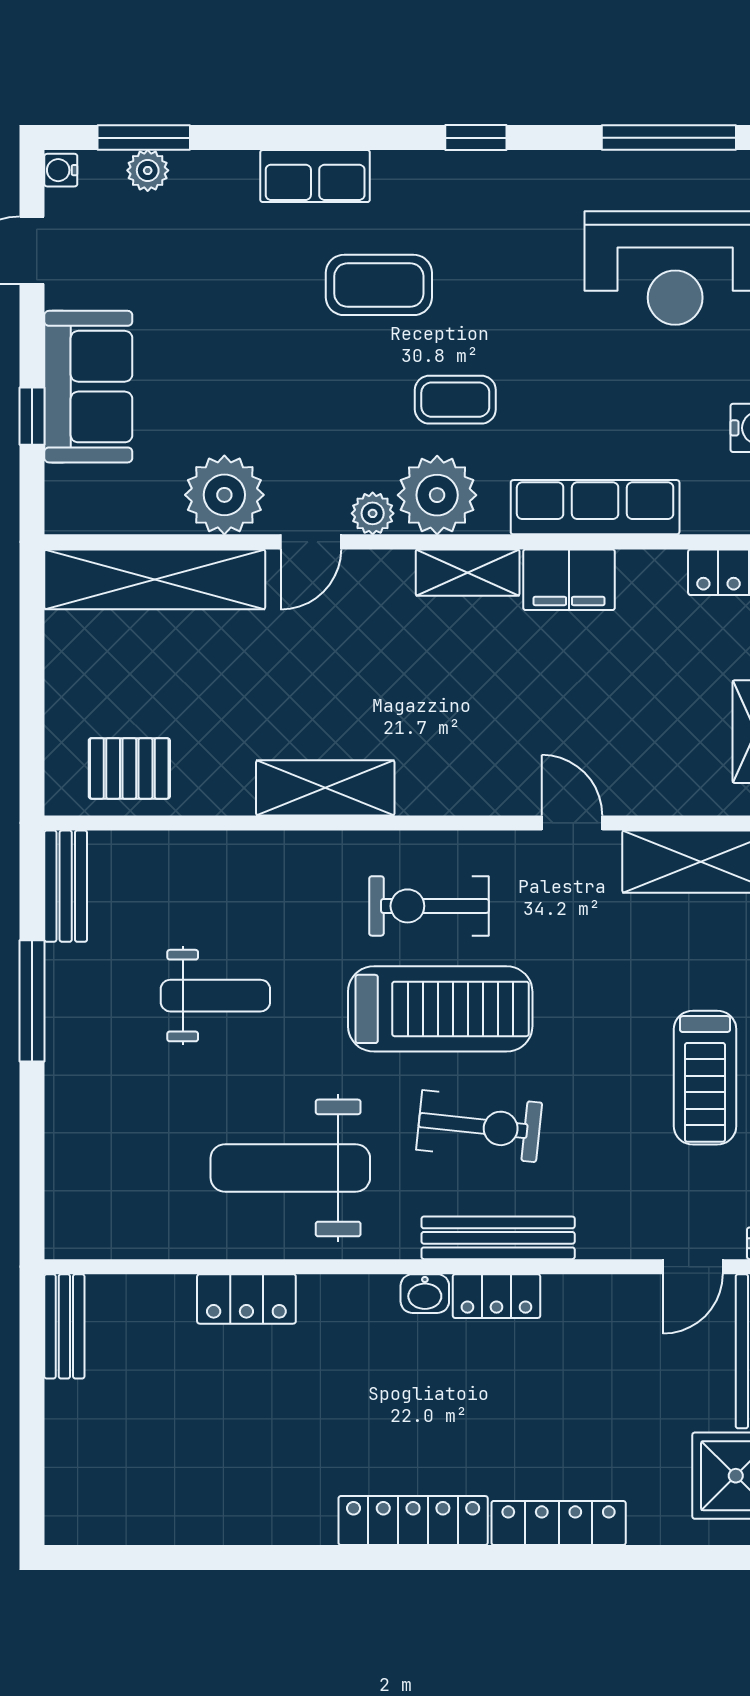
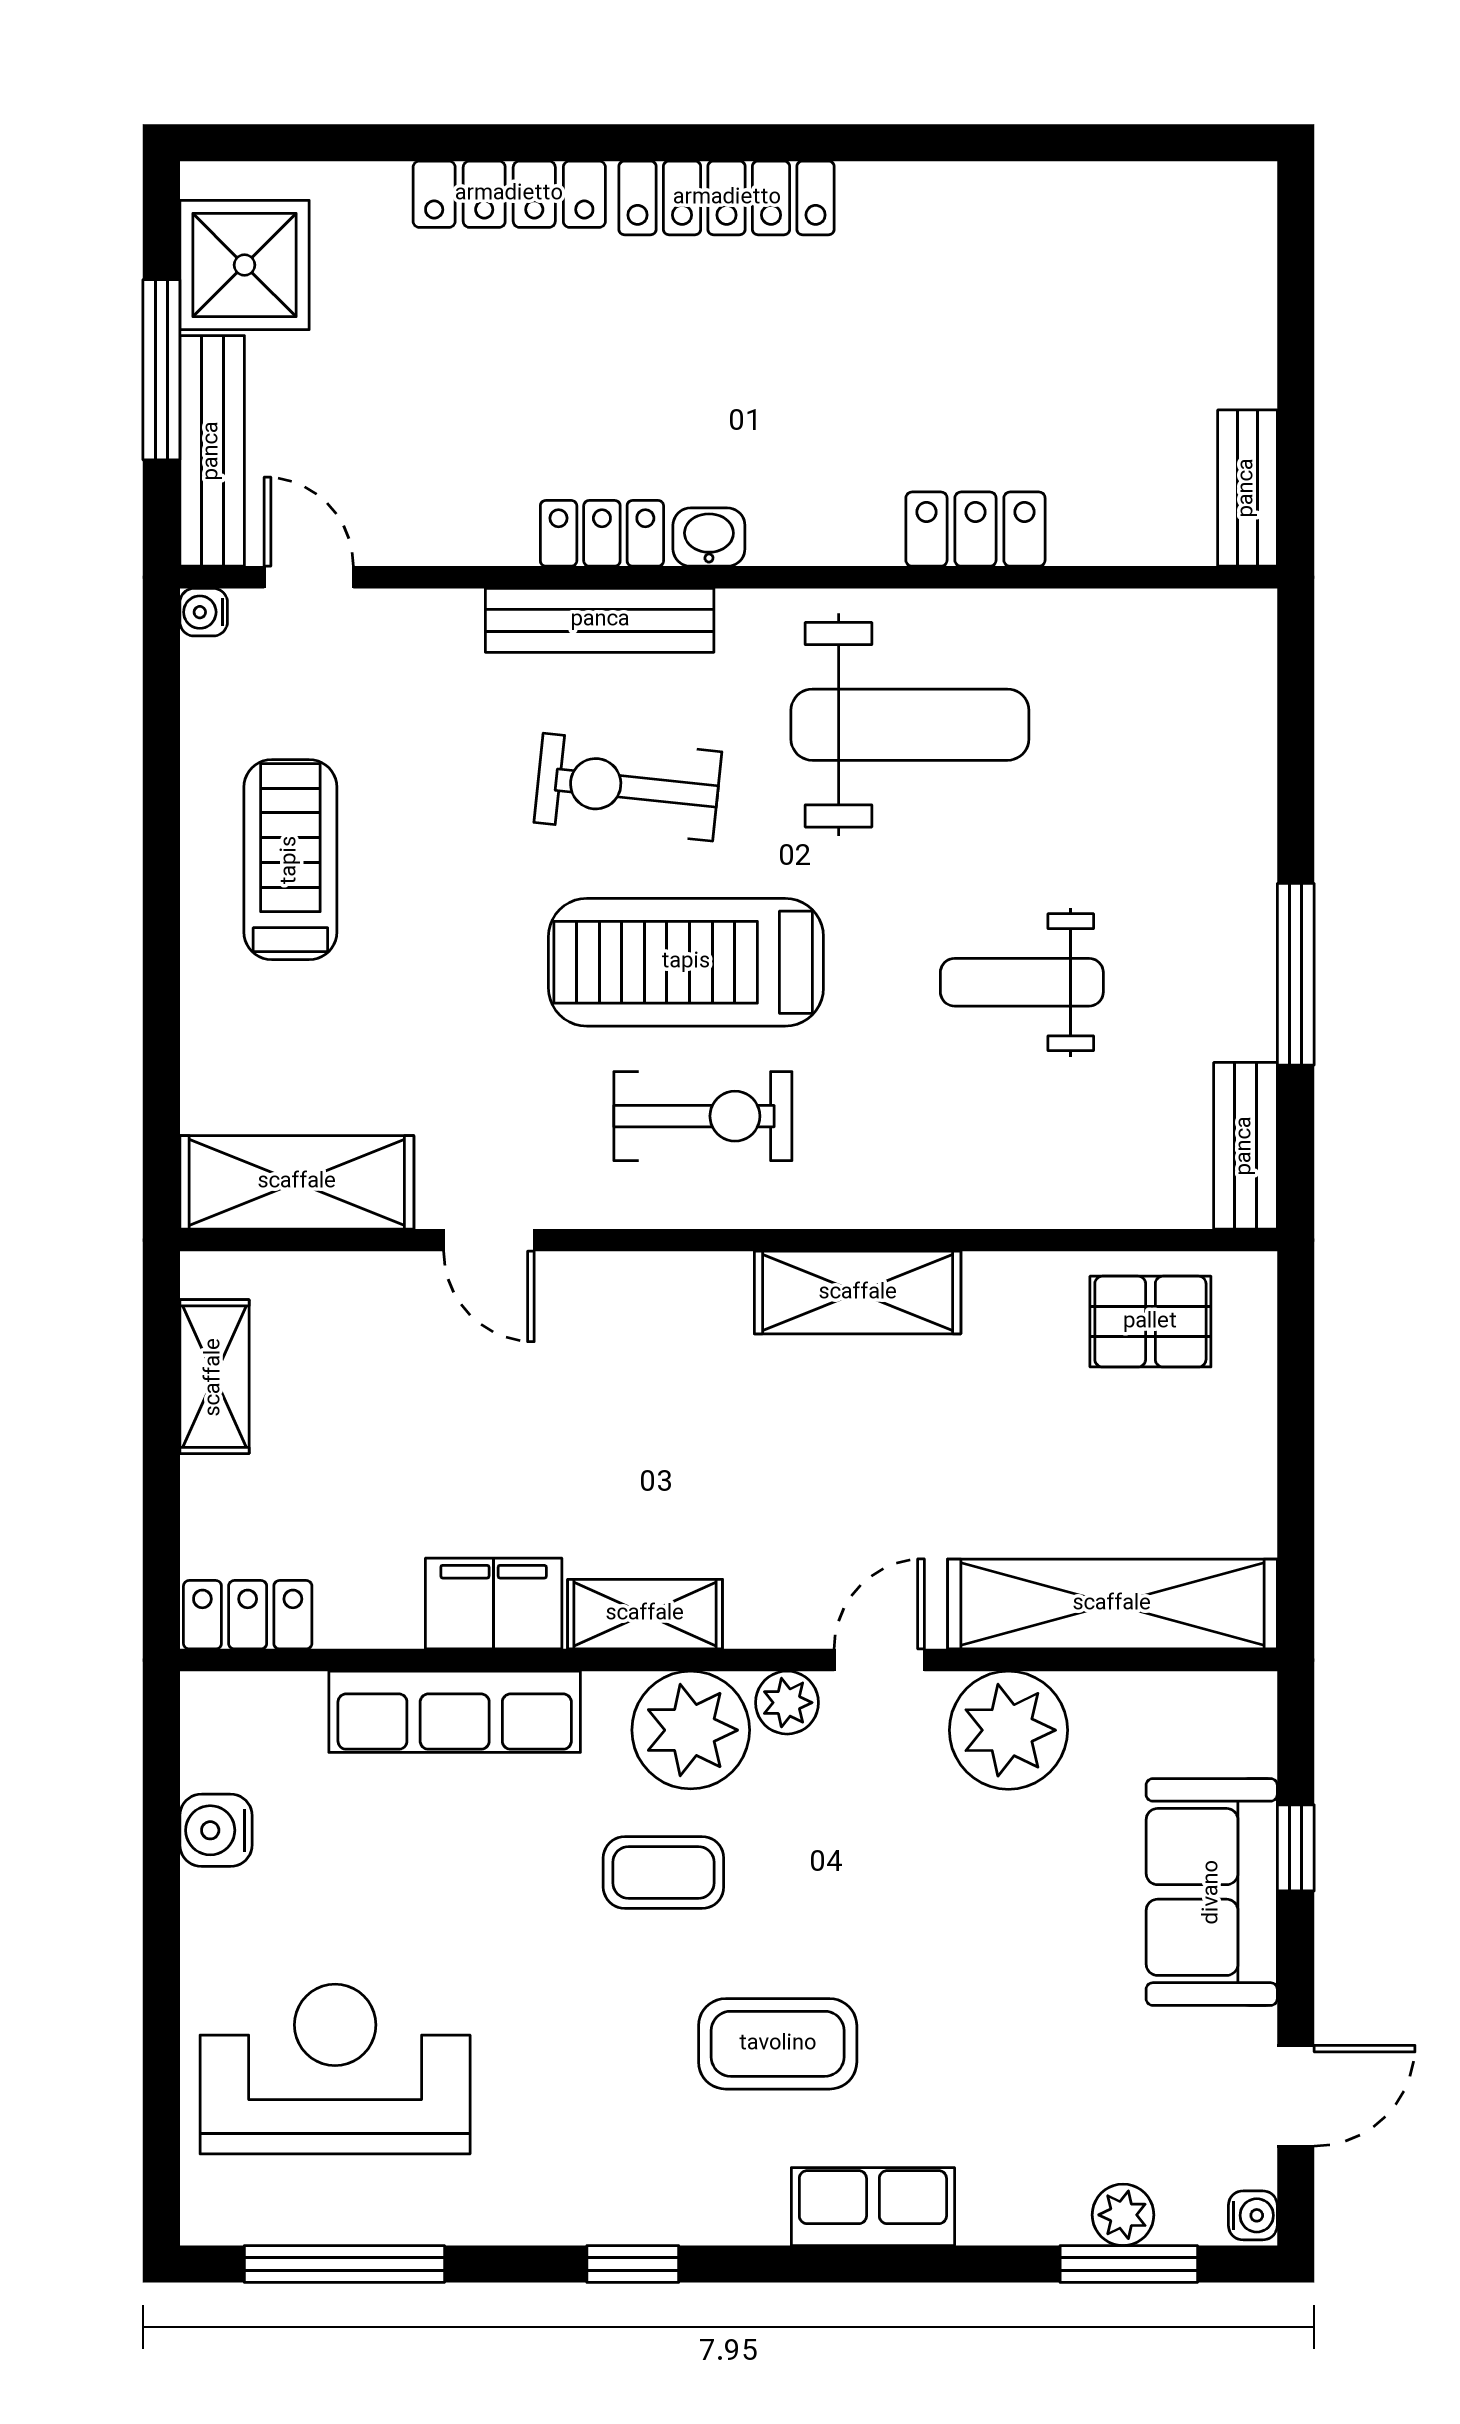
door: (693, 1267) -> (309, 577), hinge flipped

